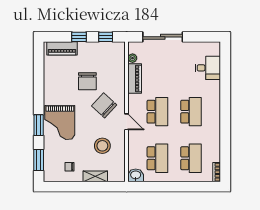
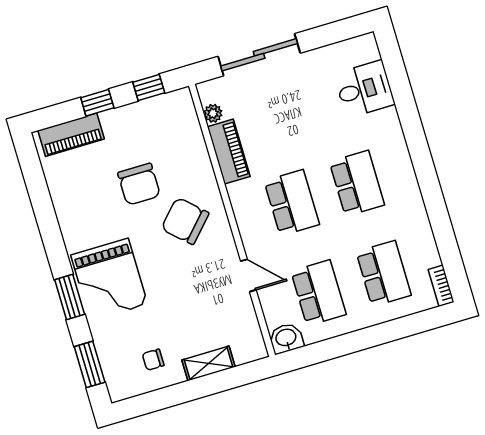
door: (127, 122) -> (248, 275), moved
stool: (102, 146) -> (205, 300), removed

